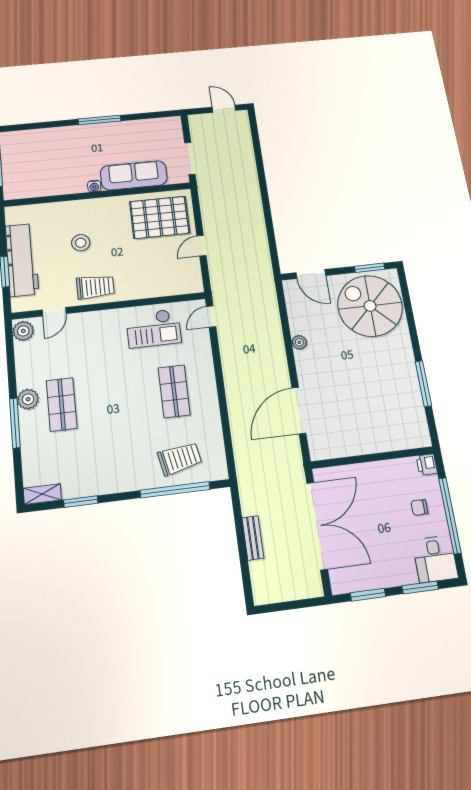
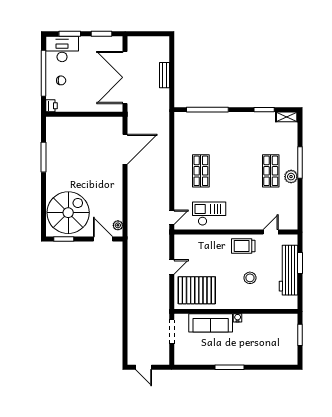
spiral stairs: (370, 306) -> (68, 213), turned -90
plant: (23, 331) -> (291, 221), removed
plant: (299, 342) -> (118, 225), moved
trolley: (180, 459) -> (202, 128), removed
desk: (435, 559) -> (62, 49), width x1.37

